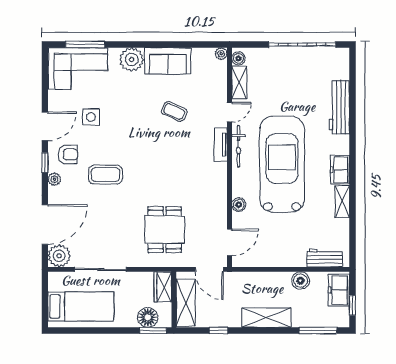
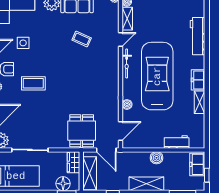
tv unit: (221, 145) -> (114, 62), removed
dining table: (165, 230) -> (82, 131), moved
workbench: (325, 258) -> (177, 142), moved
boiler: (301, 281) -> (157, 158), moved

